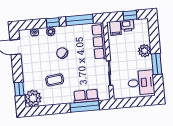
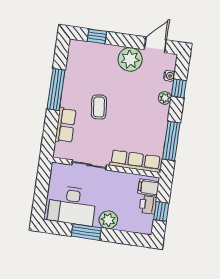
window: (53, 22) -> (179, 88), moved
chair: (62, 53) -> (132, 107), removed
coffee table: (55, 80) -> (99, 107), moved
desk: (141, 83) -> (72, 206), width x1.37
plant: (33, 98) -> (130, 59), moved
window: (85, 107) -> (56, 89), moved

